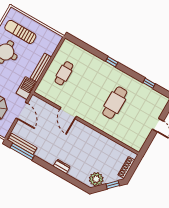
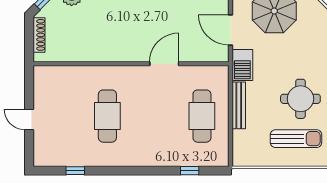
window: (112, 62) -> (190, 171), moved
cafe table: (64, 73) -> (202, 116), width x1.37, depth x1.35
door: (68, 113) -> (164, 64), hinge flipped

